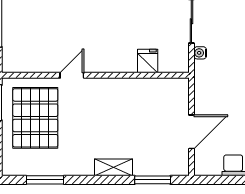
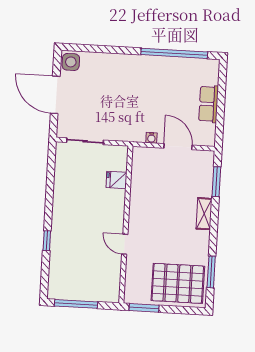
water cooler: (200, 53) -> (151, 138), moved
pallet: (35, 118) -> (178, 283), moved

